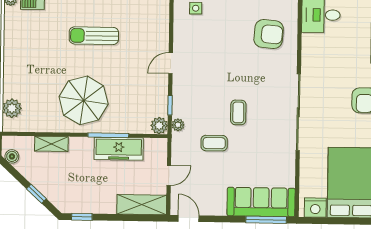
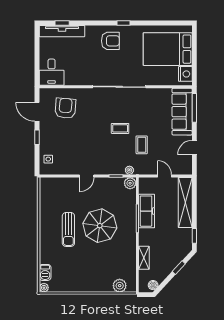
door: (171, 63) -> (87, 176), hinge flipped
parasol: (84, 100) -> (100, 226), moved
shelving: (142, 205) -> (185, 202), width x1.47
door: (189, 219) -> (194, 148), moved

